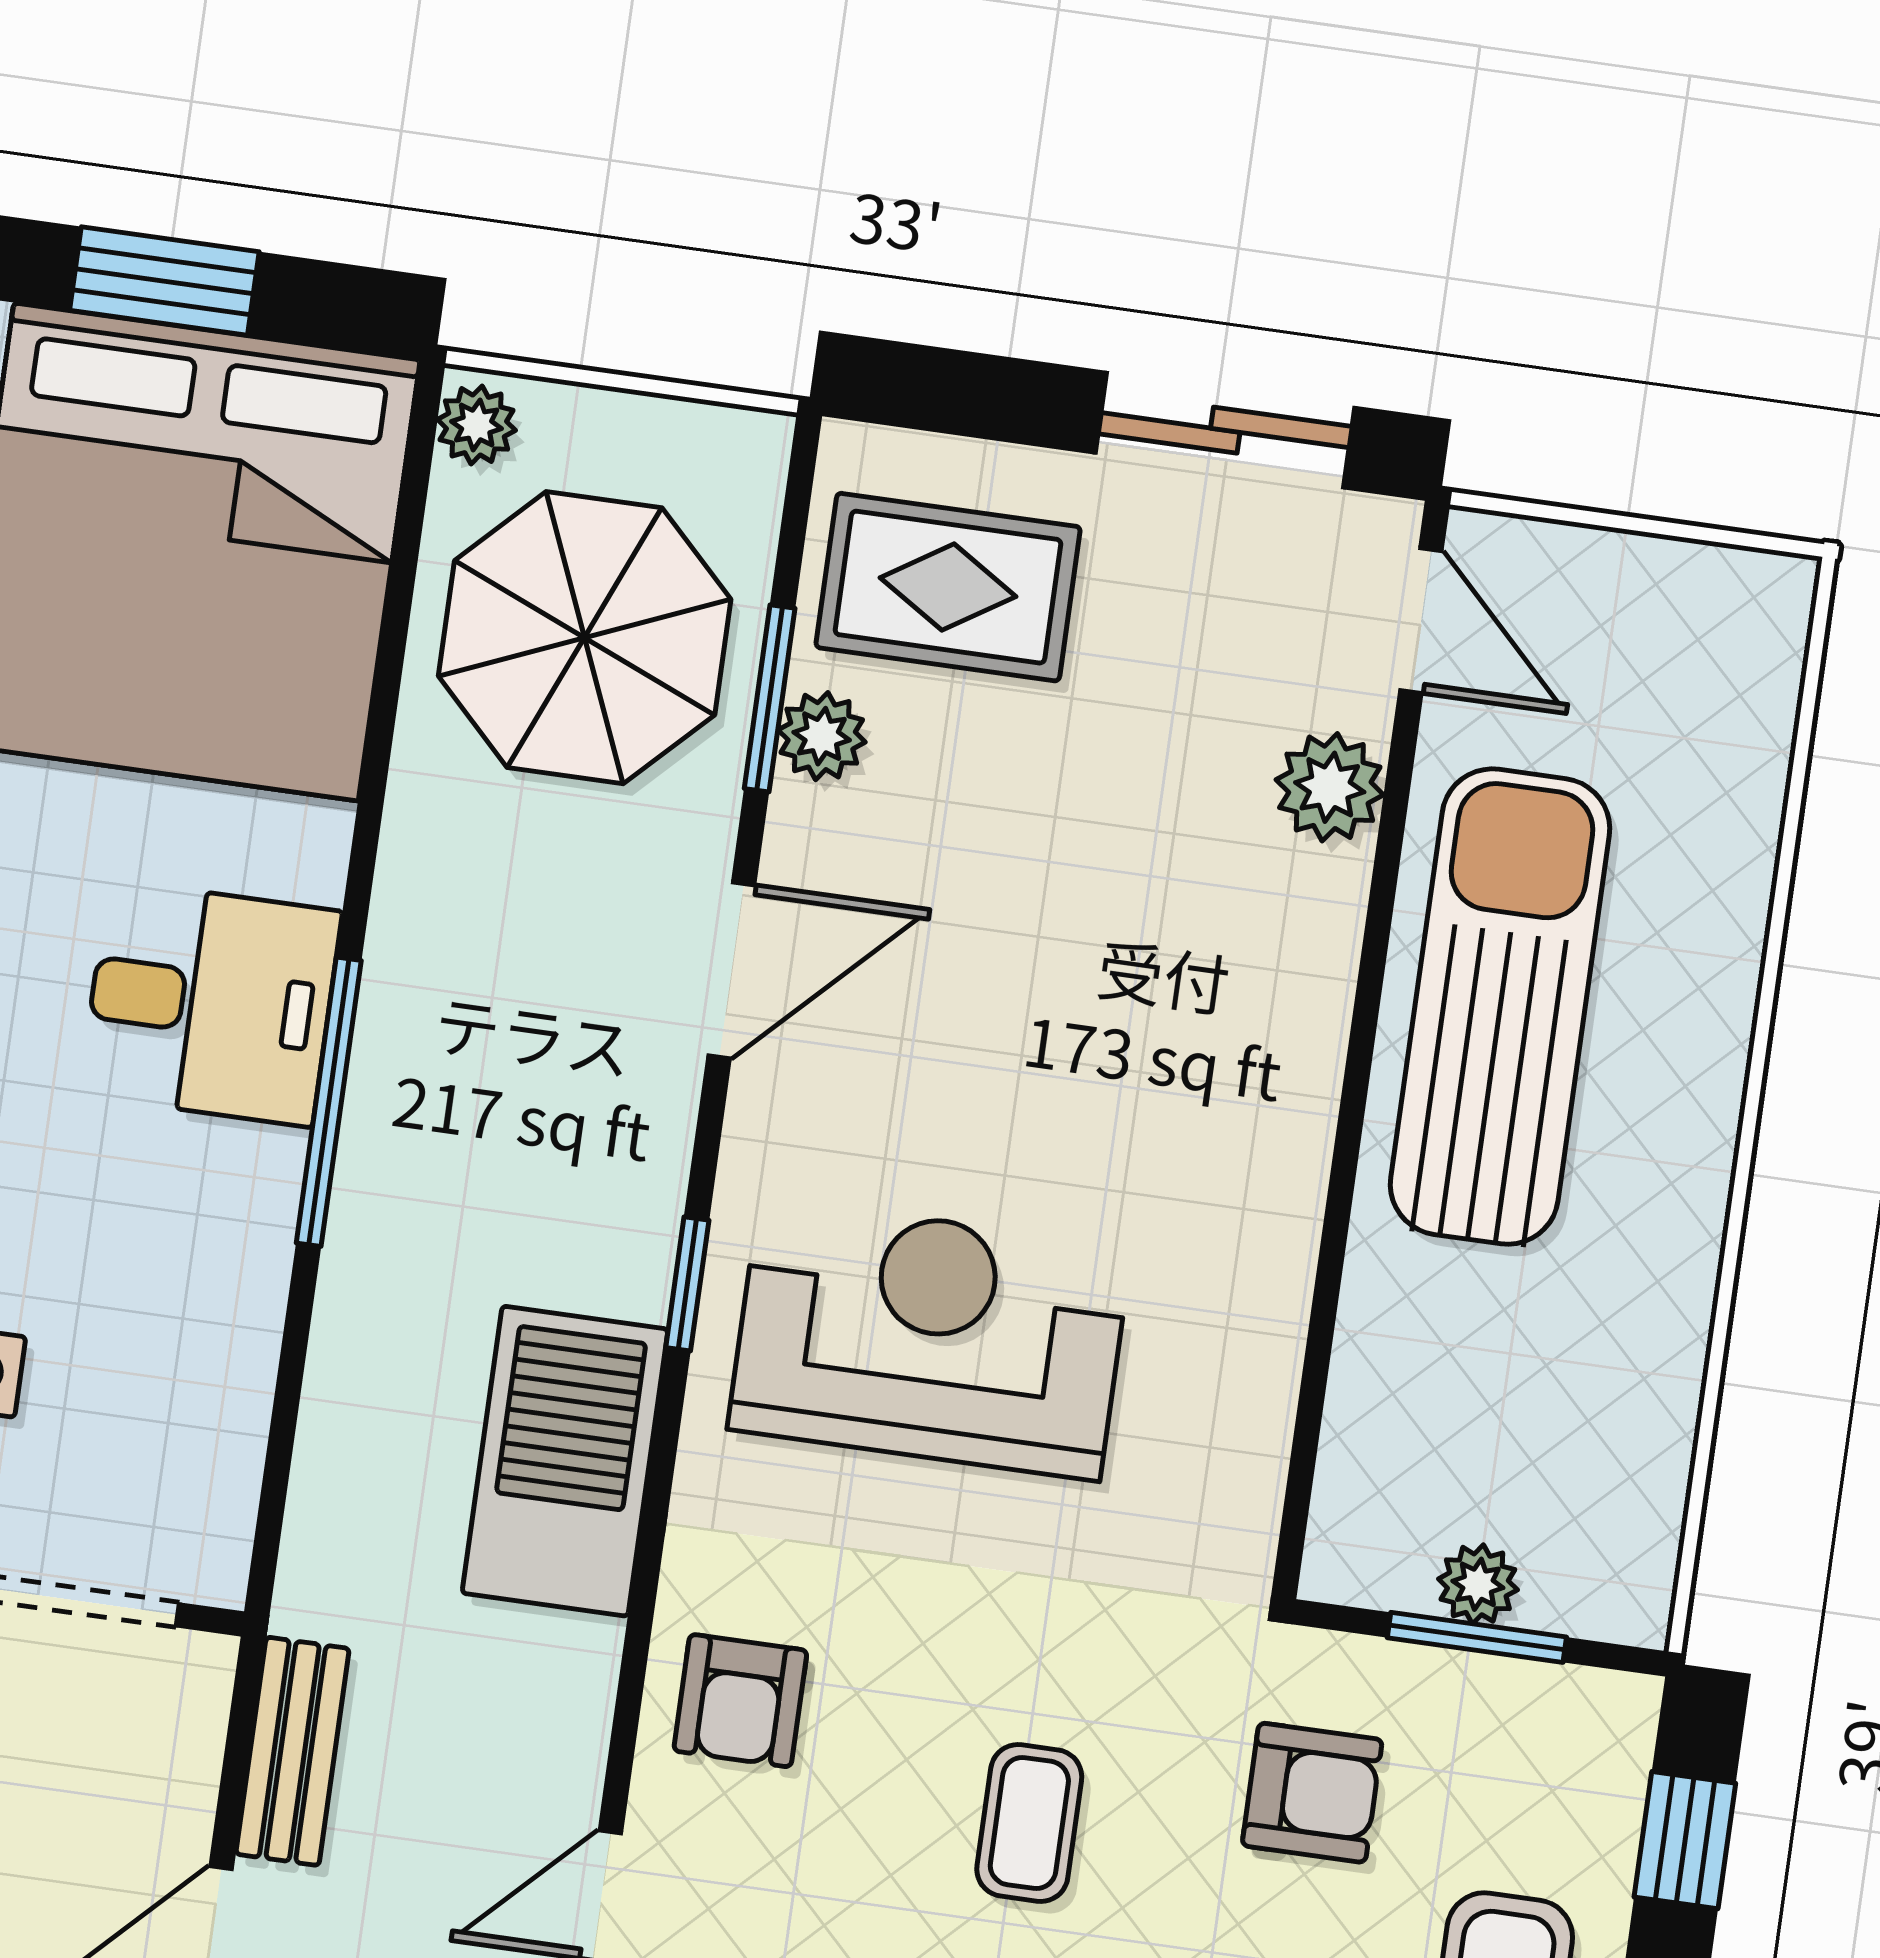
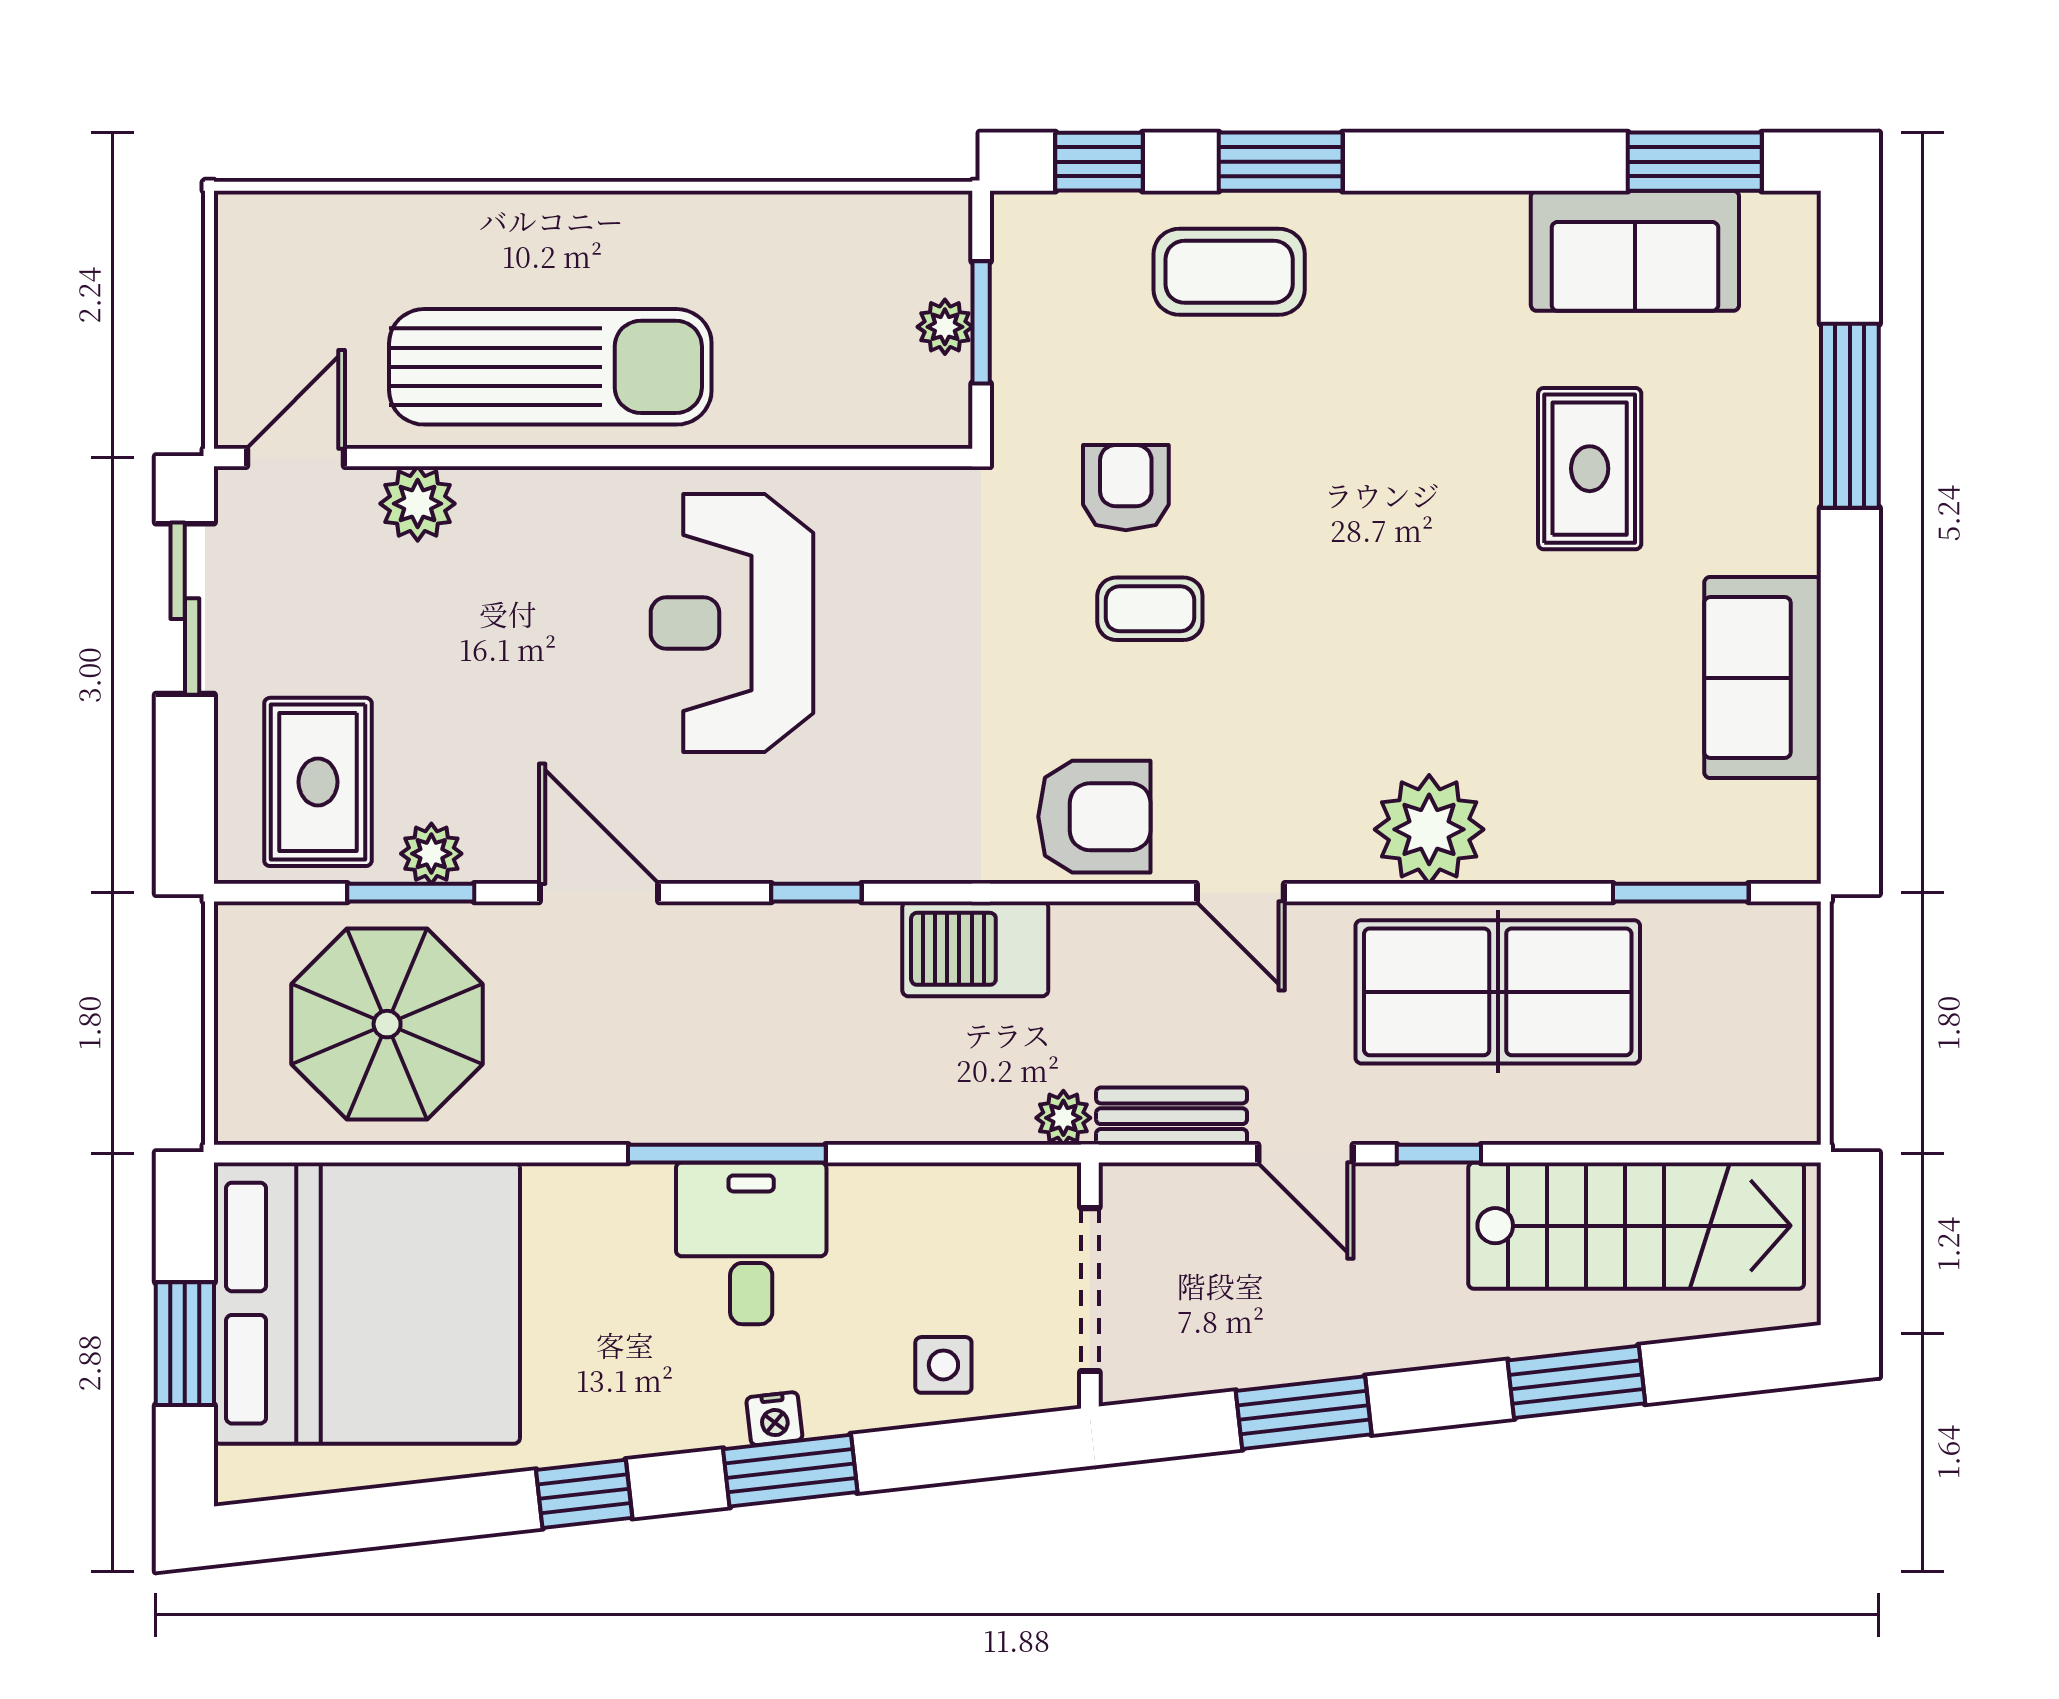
plant: (477, 425) -> (1063, 1118), moved
desk: (211, 1003) -> (751, 1243), moved
sun lounger: (1500, 1007) -> (550, 367), turned 180
reception desk: (930, 1338) -> (732, 623), moved
barbecue: (565, 1461) -> (975, 949), width x0.73, depth x0.83
armchair: (740, 1701) -> (1094, 817), width x1.38, depth x1.38
armchair: (1312, 1793) -> (1126, 488), moved

